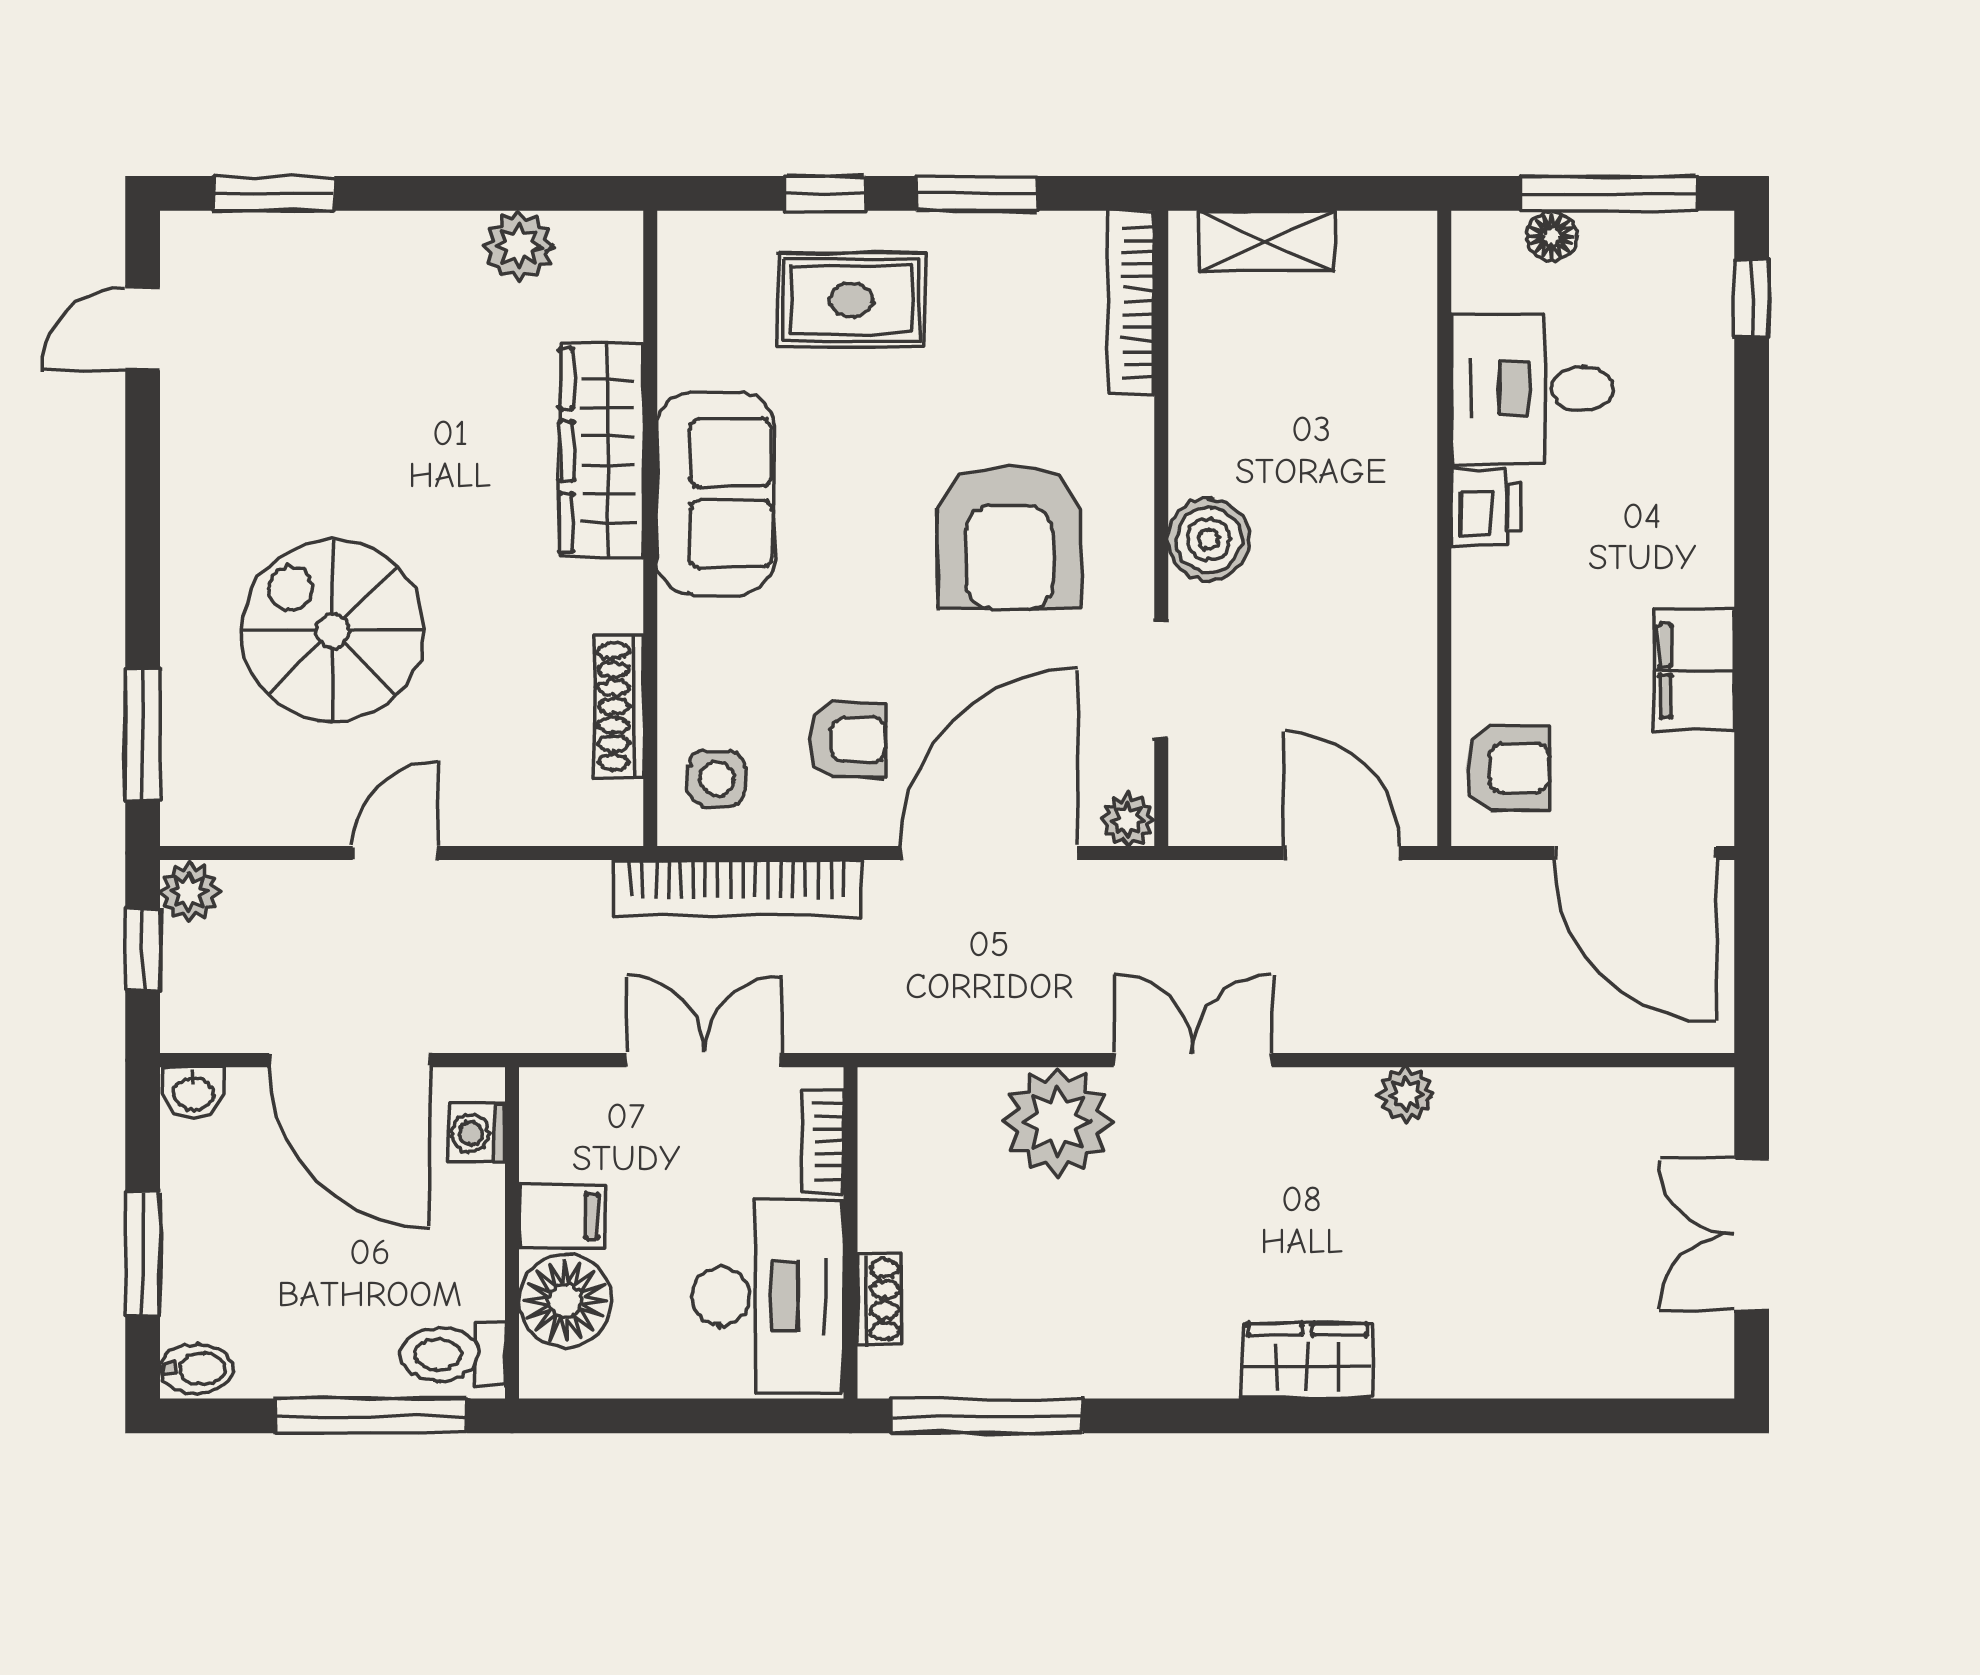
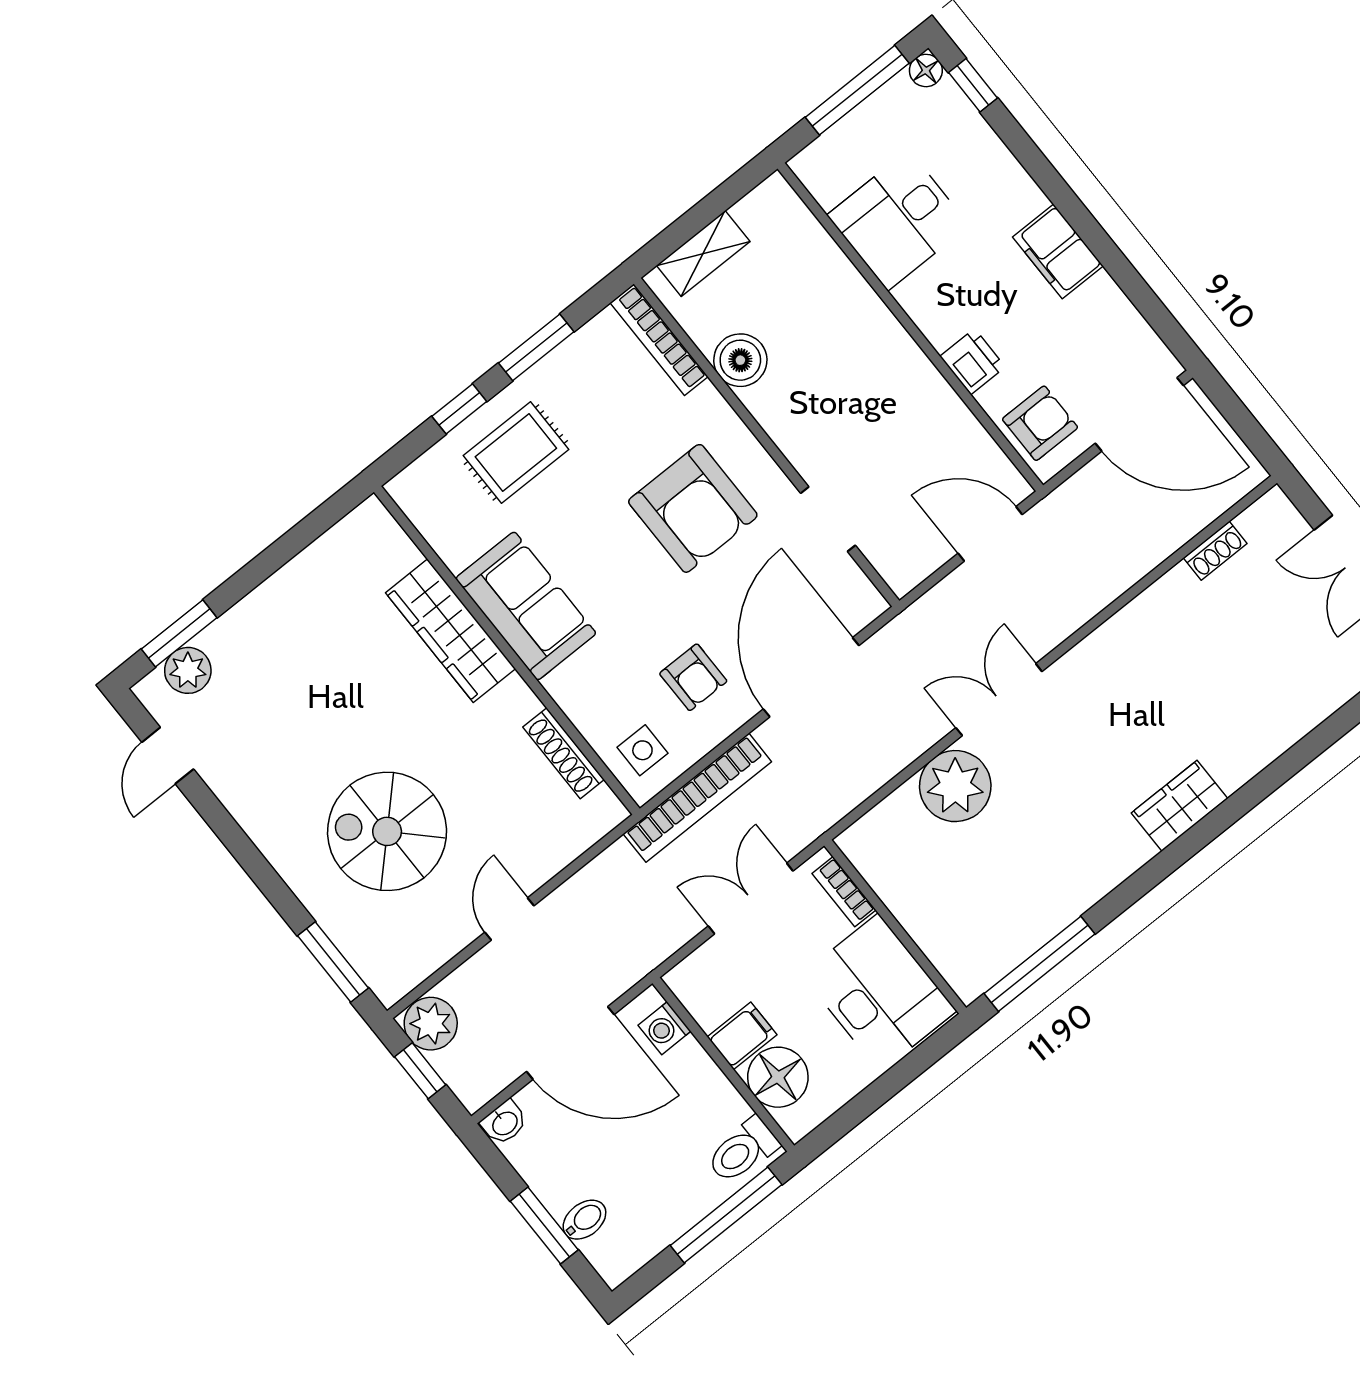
floor lamp: (1552, 236) -> (926, 70), moved
plant: (519, 246) -> (188, 670), moved
printer: (1486, 507) -> (973, 362), moved
boiler: (1209, 539) -> (740, 360), moved
filing cabinet: (1694, 671) -> (1058, 251), moved
armchair: (848, 740) -> (693, 677), turned 90
plant: (1128, 820) -> (868, 604), removed
plant: (189, 892) -> (431, 1024), width x1.38, depth x1.38
plant: (1406, 1094) -> (1121, 630), removed
shoe rack: (879, 1300) -> (1215, 551), moved, turned 90
bidet: (196, 1369) -> (584, 1220), moved

